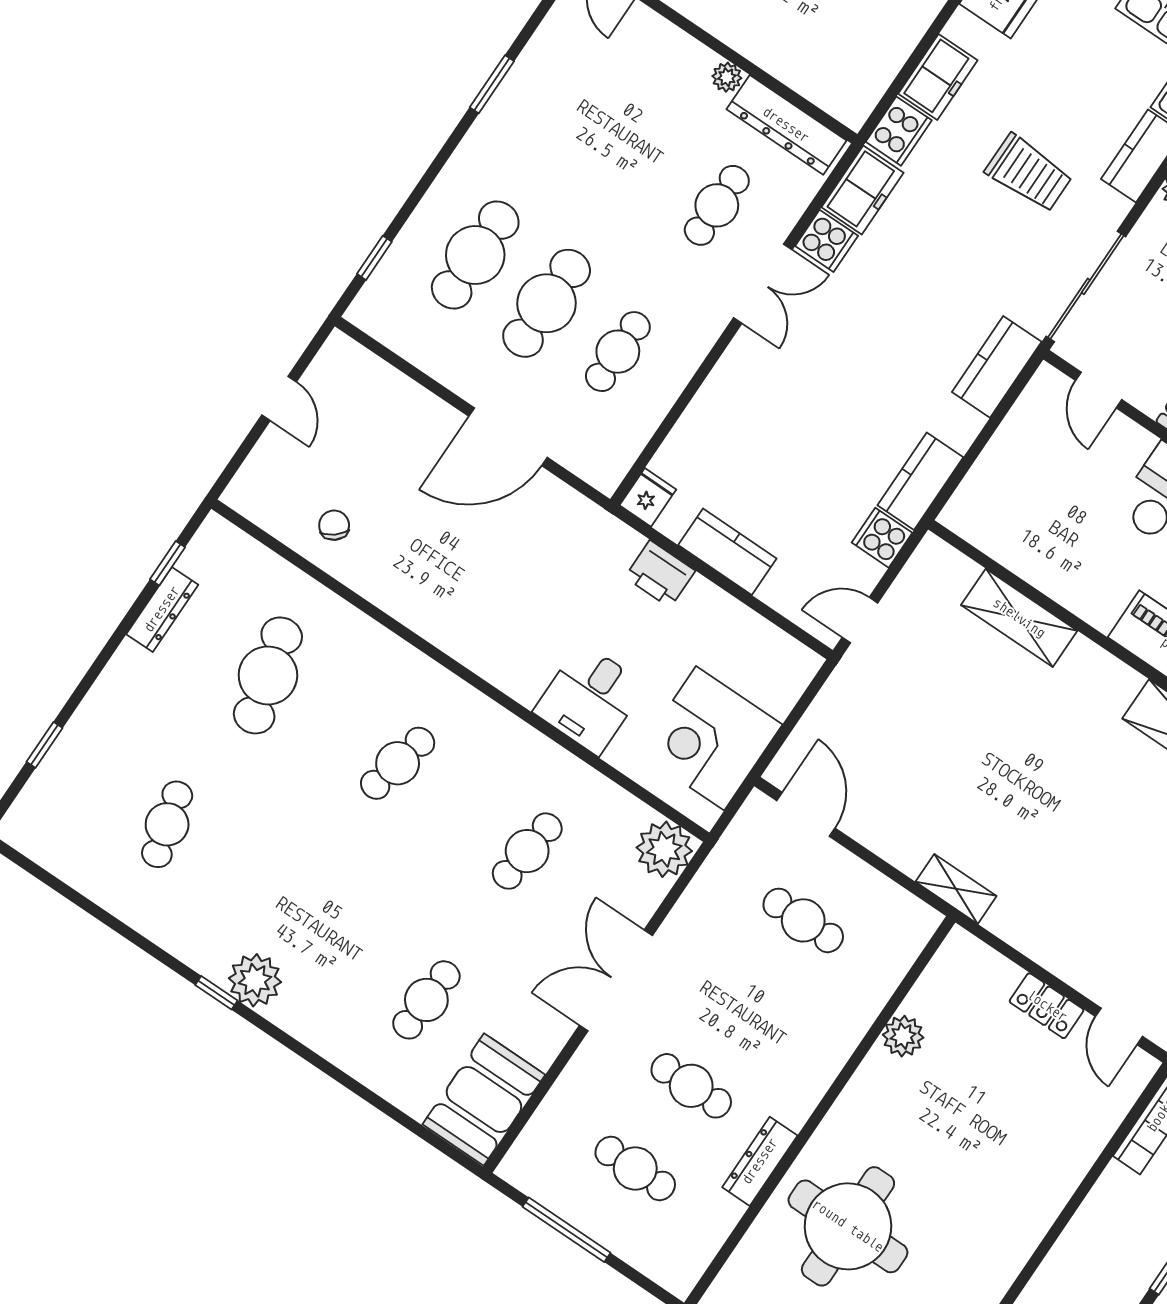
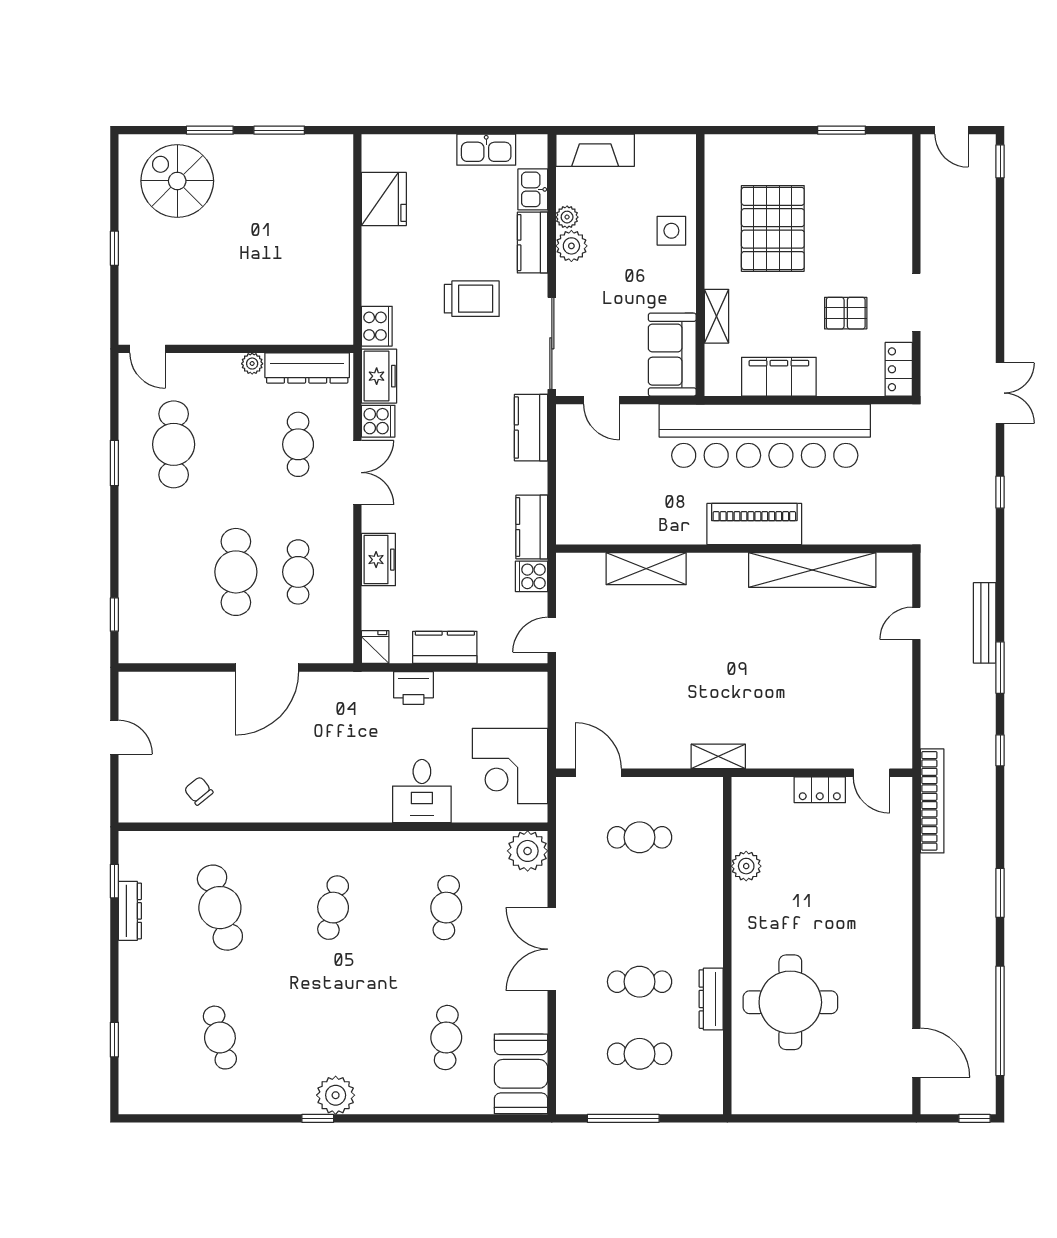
freezer: (938, 77) -> (378, 560), moved
cafe table: (475, 255) -> (174, 444), moved

